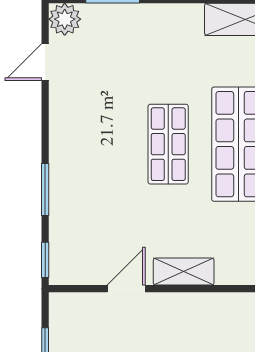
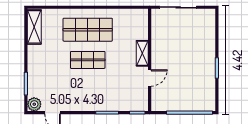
door: (126, 289) -> (150, 78), swing flipped

